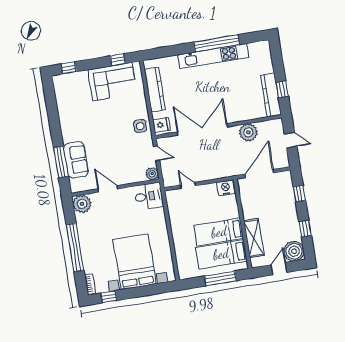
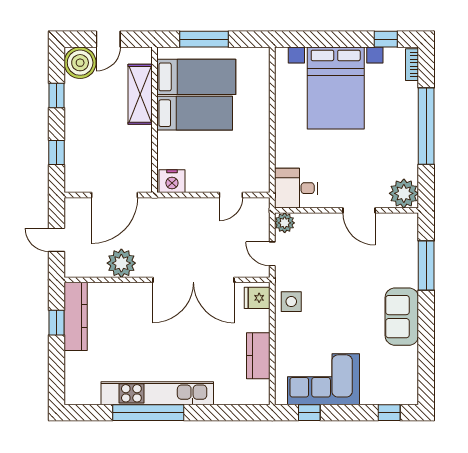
kitchen counter: (155, 89) -> (258, 356), width x0.67
sofa: (76, 160) -> (402, 317), moved
door: (188, 185) -> (231, 195), hinge flipped

